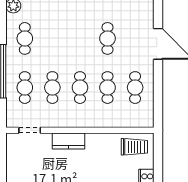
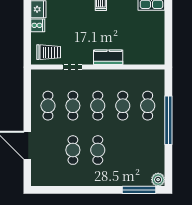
cafe table: (25, 38) -> (98, 150), moved
doorway: (30, 130) -> (72, 67), moved
trolley: (134, 147) -> (49, 52), turned 180

